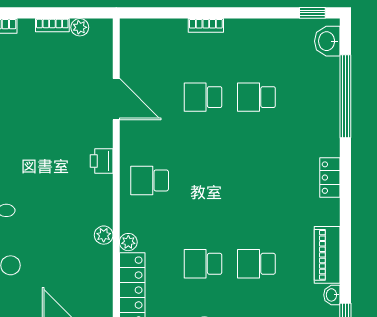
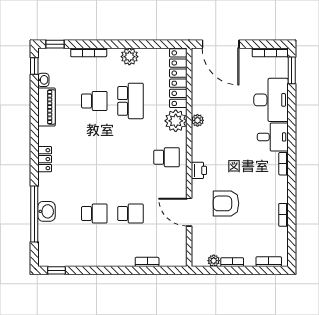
bookcase: (206, 25) -> (147, 262), moved
washbasin: (327, 41) -> (46, 211), moved
armchair: (61, 112) -> (226, 203), added
plant: (128, 242) -> (176, 121), width x1.88, depth x1.88
school desk: (203, 264) -> (130, 101), width x1.85

